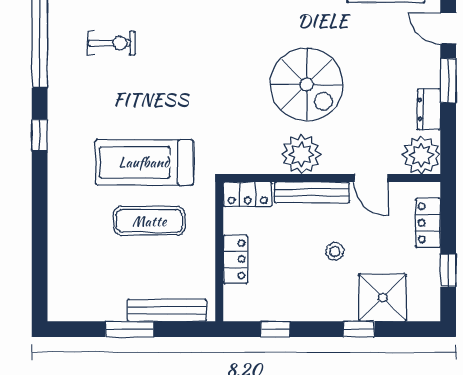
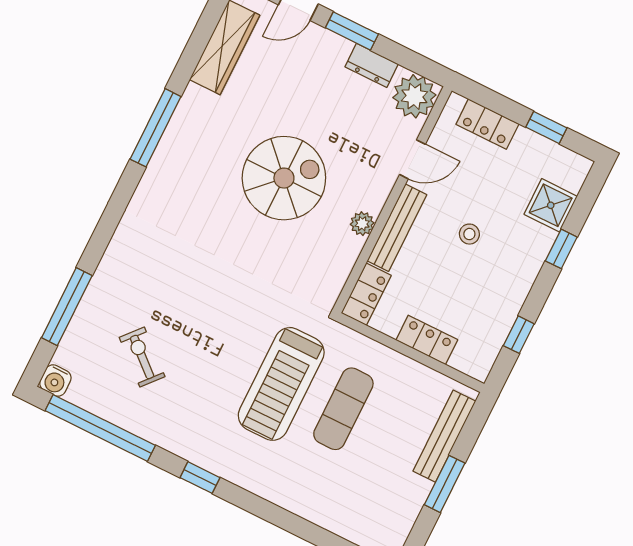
exercise bike: (111, 43) -> (142, 357), turned -49
plant: (301, 154) -> (362, 224), width x0.53, depth x0.53
shower: (383, 298) -> (551, 205), width x0.73, depth x0.73

